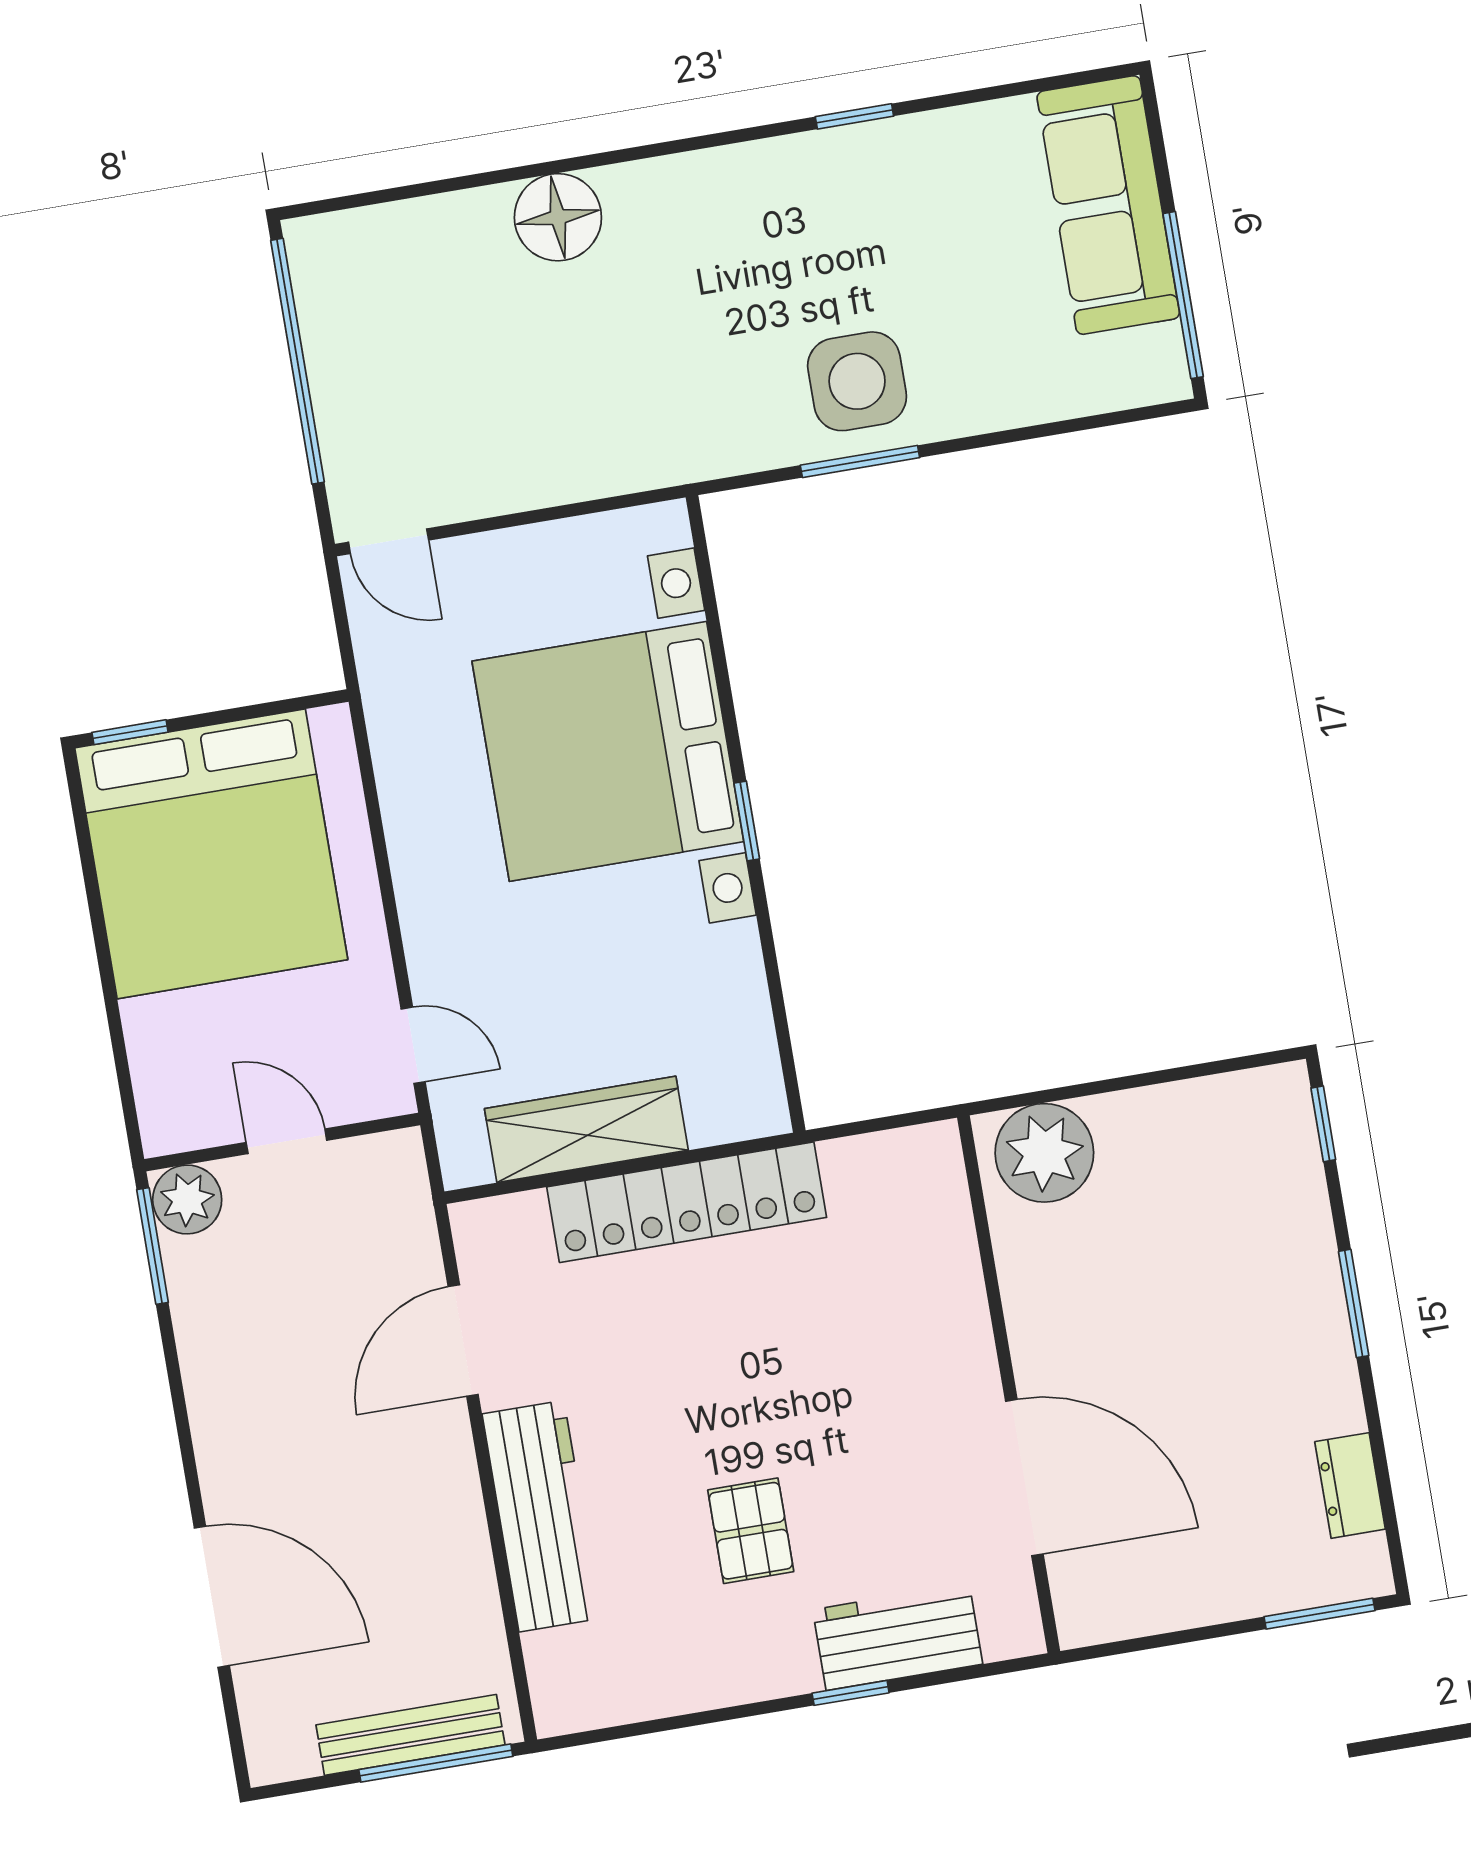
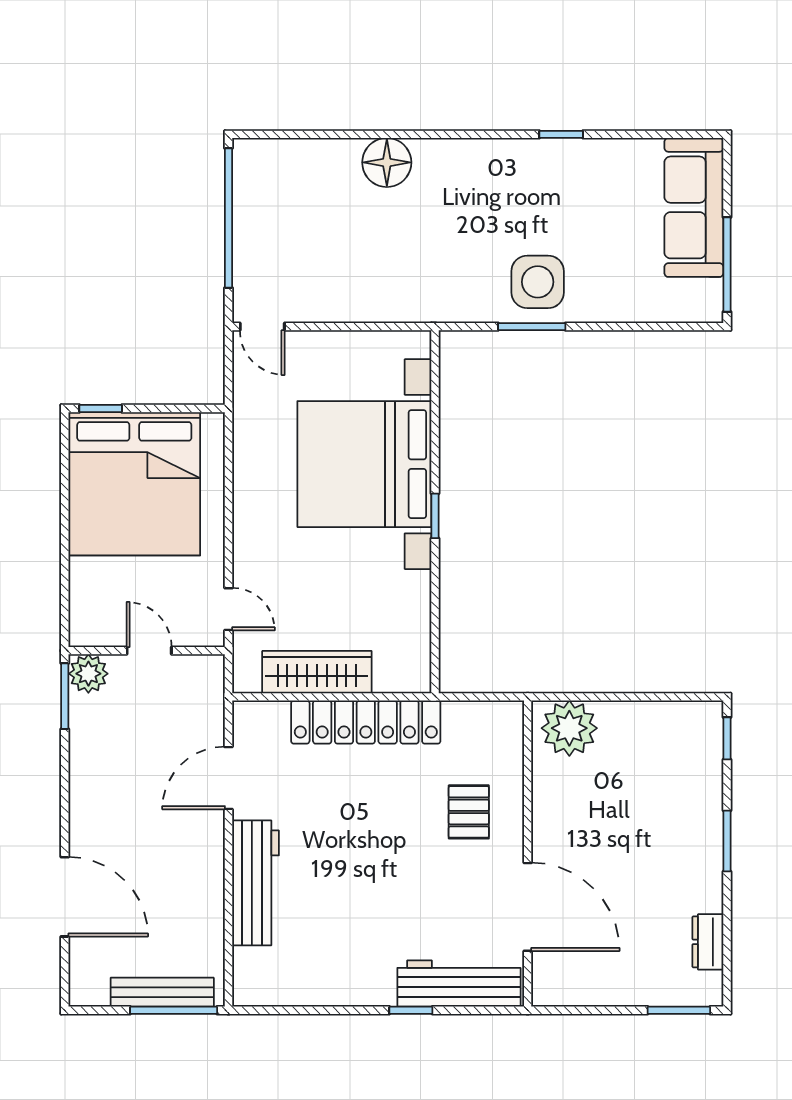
pallet: (751, 1531) -> (469, 812), moved
workbench: (898, 1637) -> (459, 983), width x1.38

